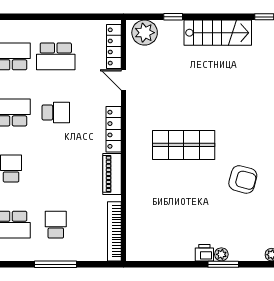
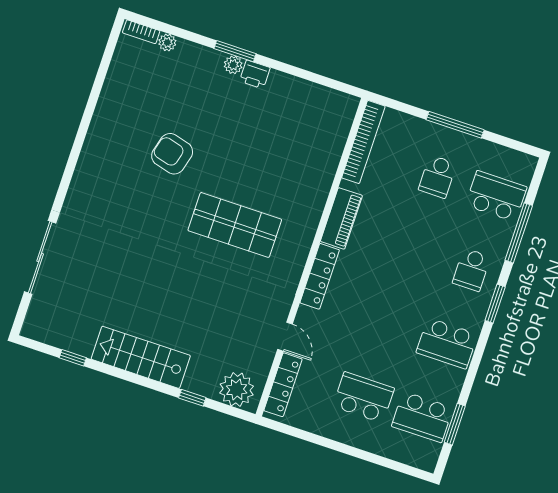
school desk: (56, 112) -> (388, 324), removed

